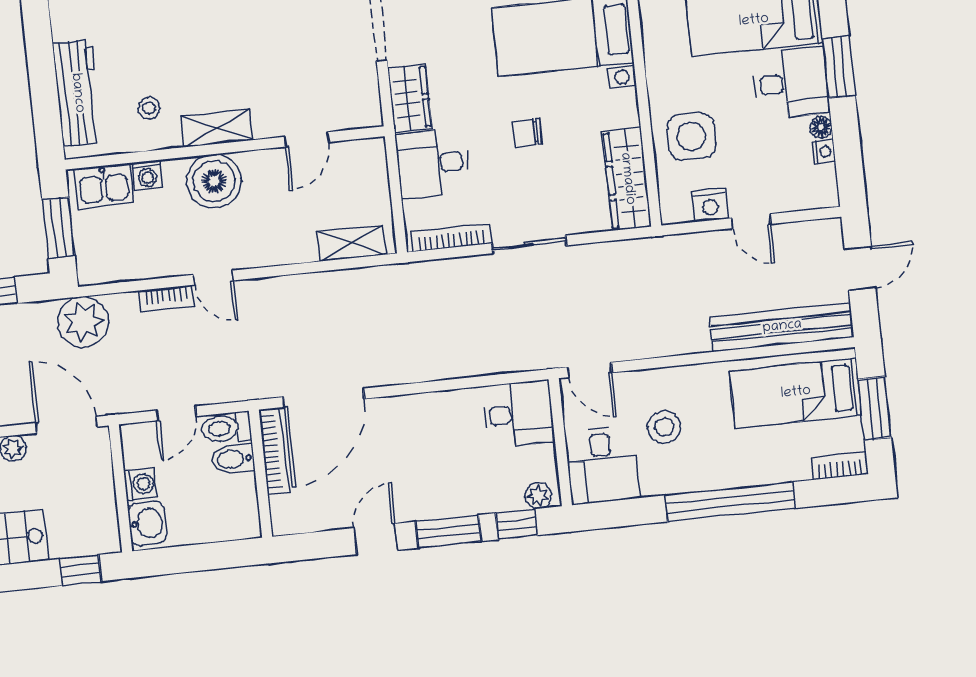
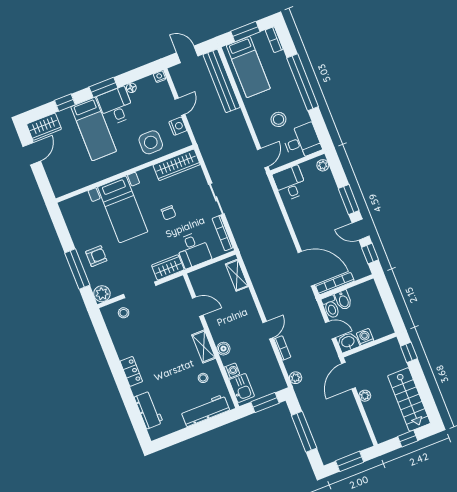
nightstand: (824, 152) -> (160, 77), moved
boiler: (214, 181) -> (223, 349), width x0.54, depth x0.54
plant: (83, 322) -> (296, 378), width x0.53, depth x0.53
washbasin: (148, 523) -> (348, 342), moved
window: (517, 524) -> (370, 254), moved

